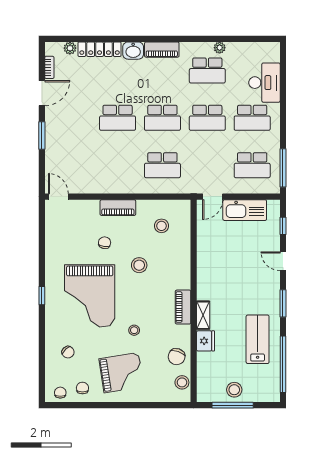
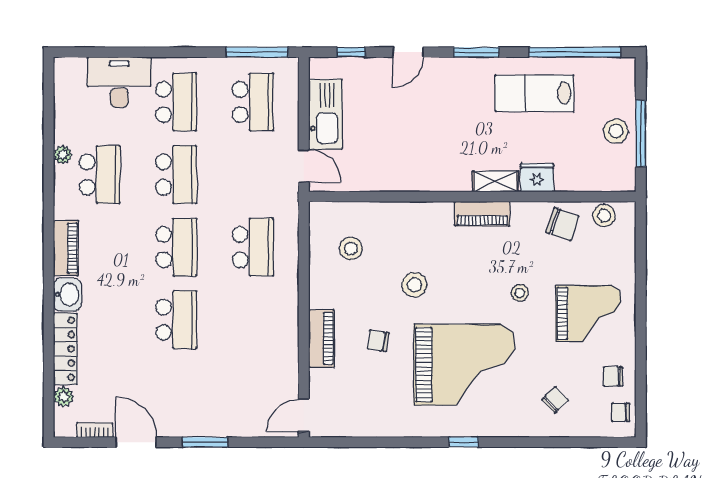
piano: (118, 208) -> (321, 339), moved
grand piano: (121, 373) -> (588, 313), turned 99

